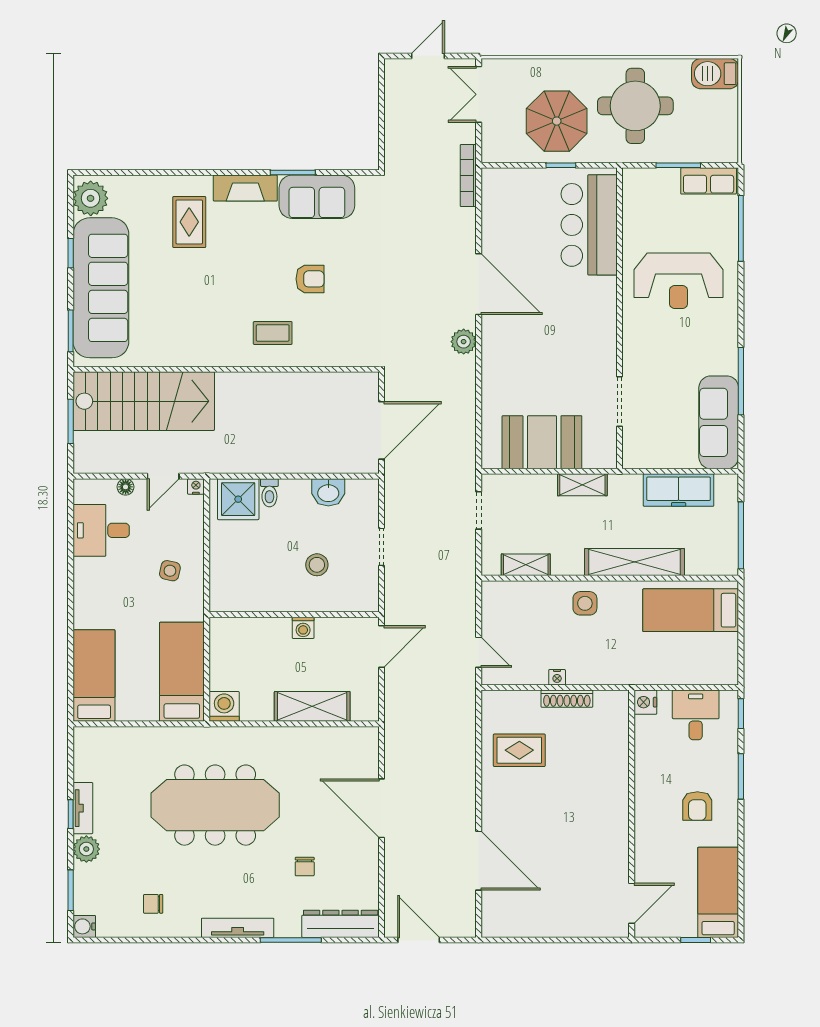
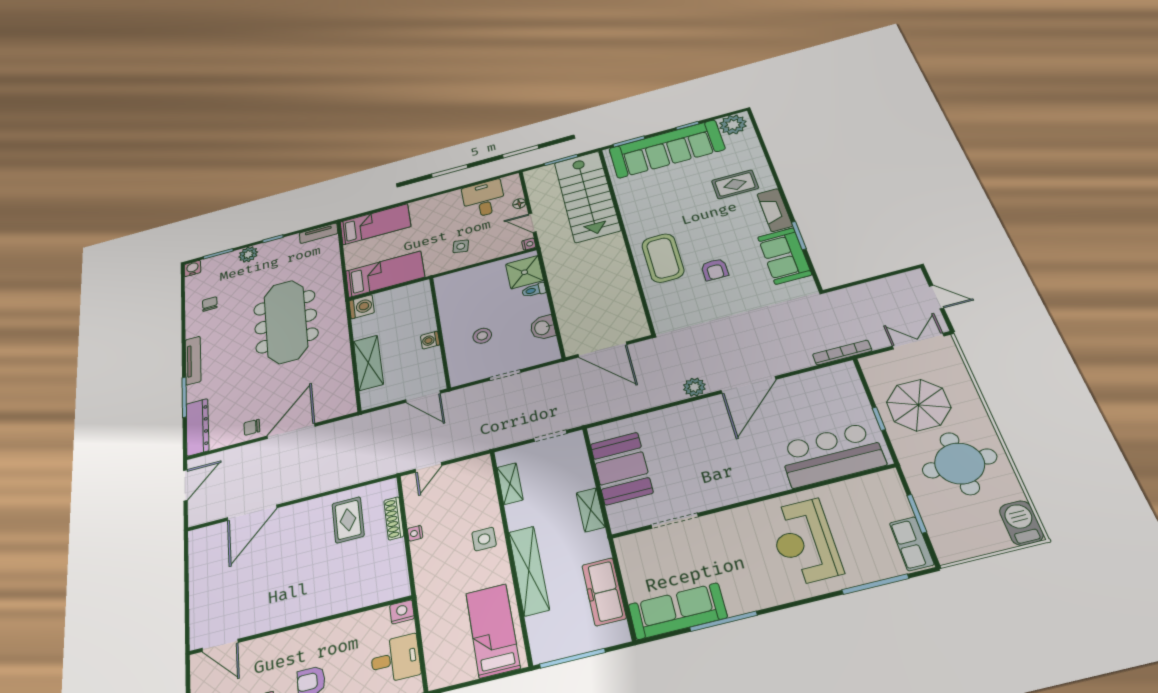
coffee table: (273, 333) -> (663, 258), width x1.86, depth x1.72
shoe rack: (567, 699) -> (394, 518), moved
tv unit: (83, 808) -> (319, 233), moved
chair: (305, 867) -> (252, 427), moved

